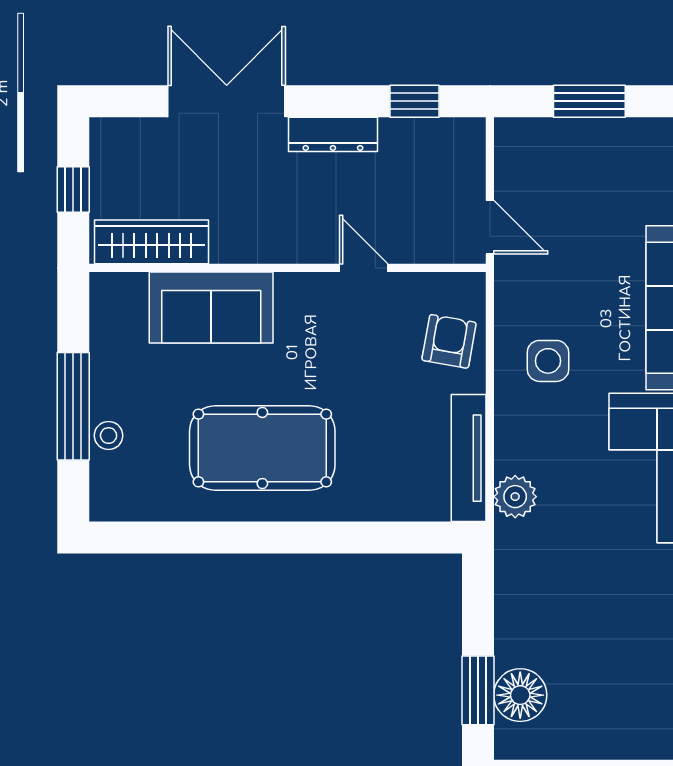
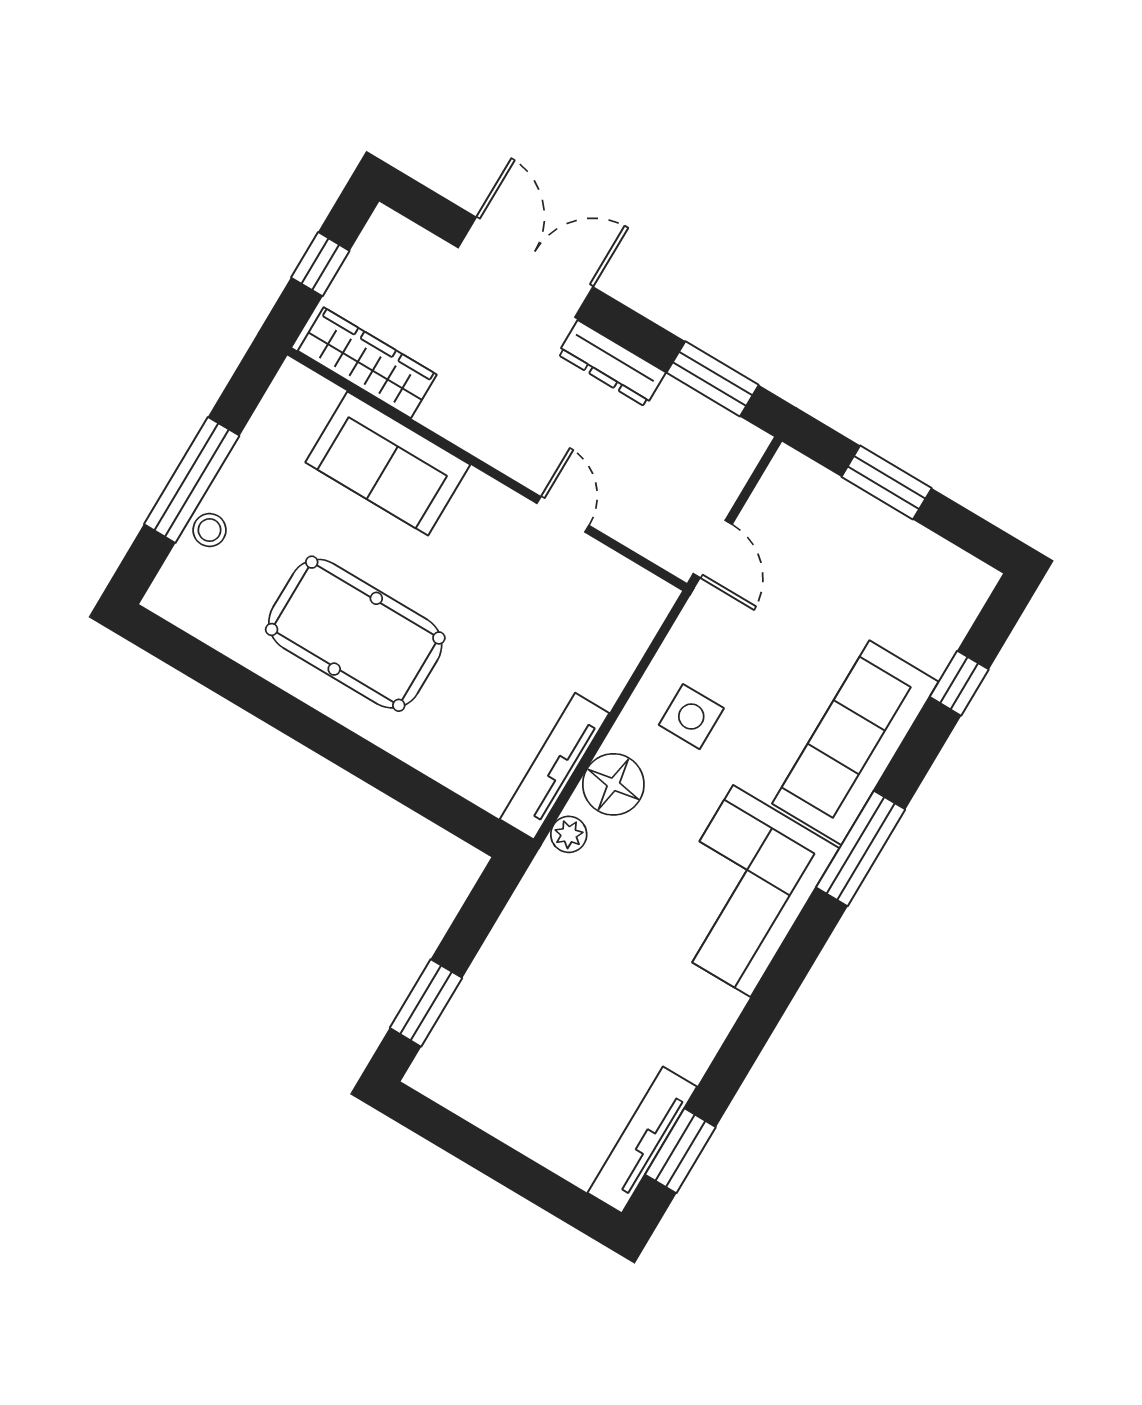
window: (415, 101) -> (713, 379), width x1.50
armchair: (449, 341) -> (604, 638), removed
plant: (515, 497) -> (569, 834), width x0.73, depth x0.73
floor lamp: (520, 695) -> (613, 784), moved

